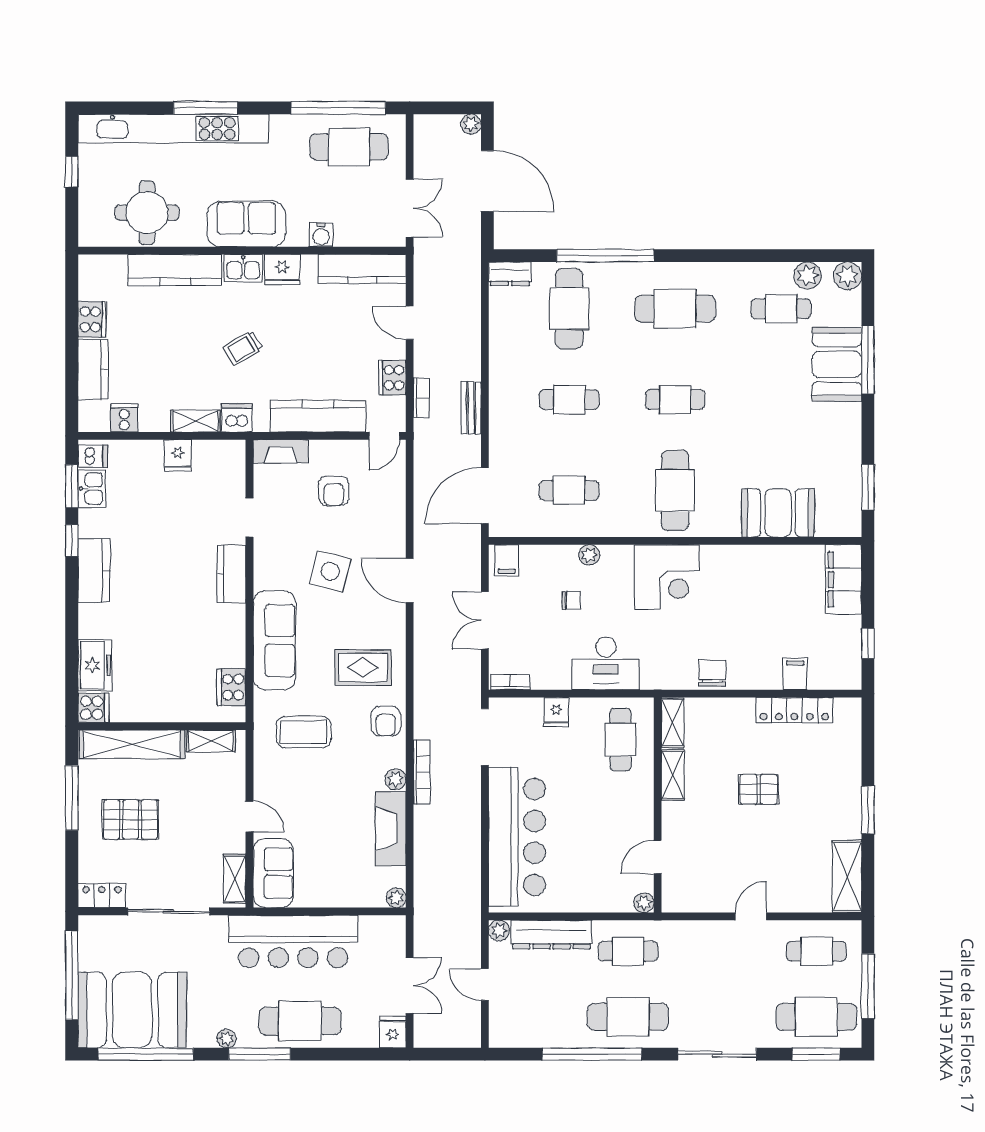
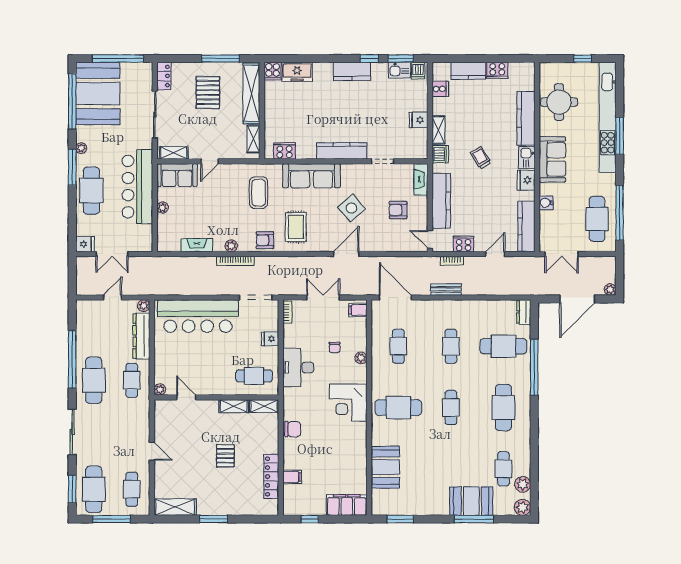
side table: (330, 571) -> (351, 208), turned 35
kitchen counter: (231, 574) -> (342, 151), width x1.50
fireplace: (391, 829) -> (197, 245), width x0.73, depth x0.76
plant: (396, 898) -> (163, 208), moved

